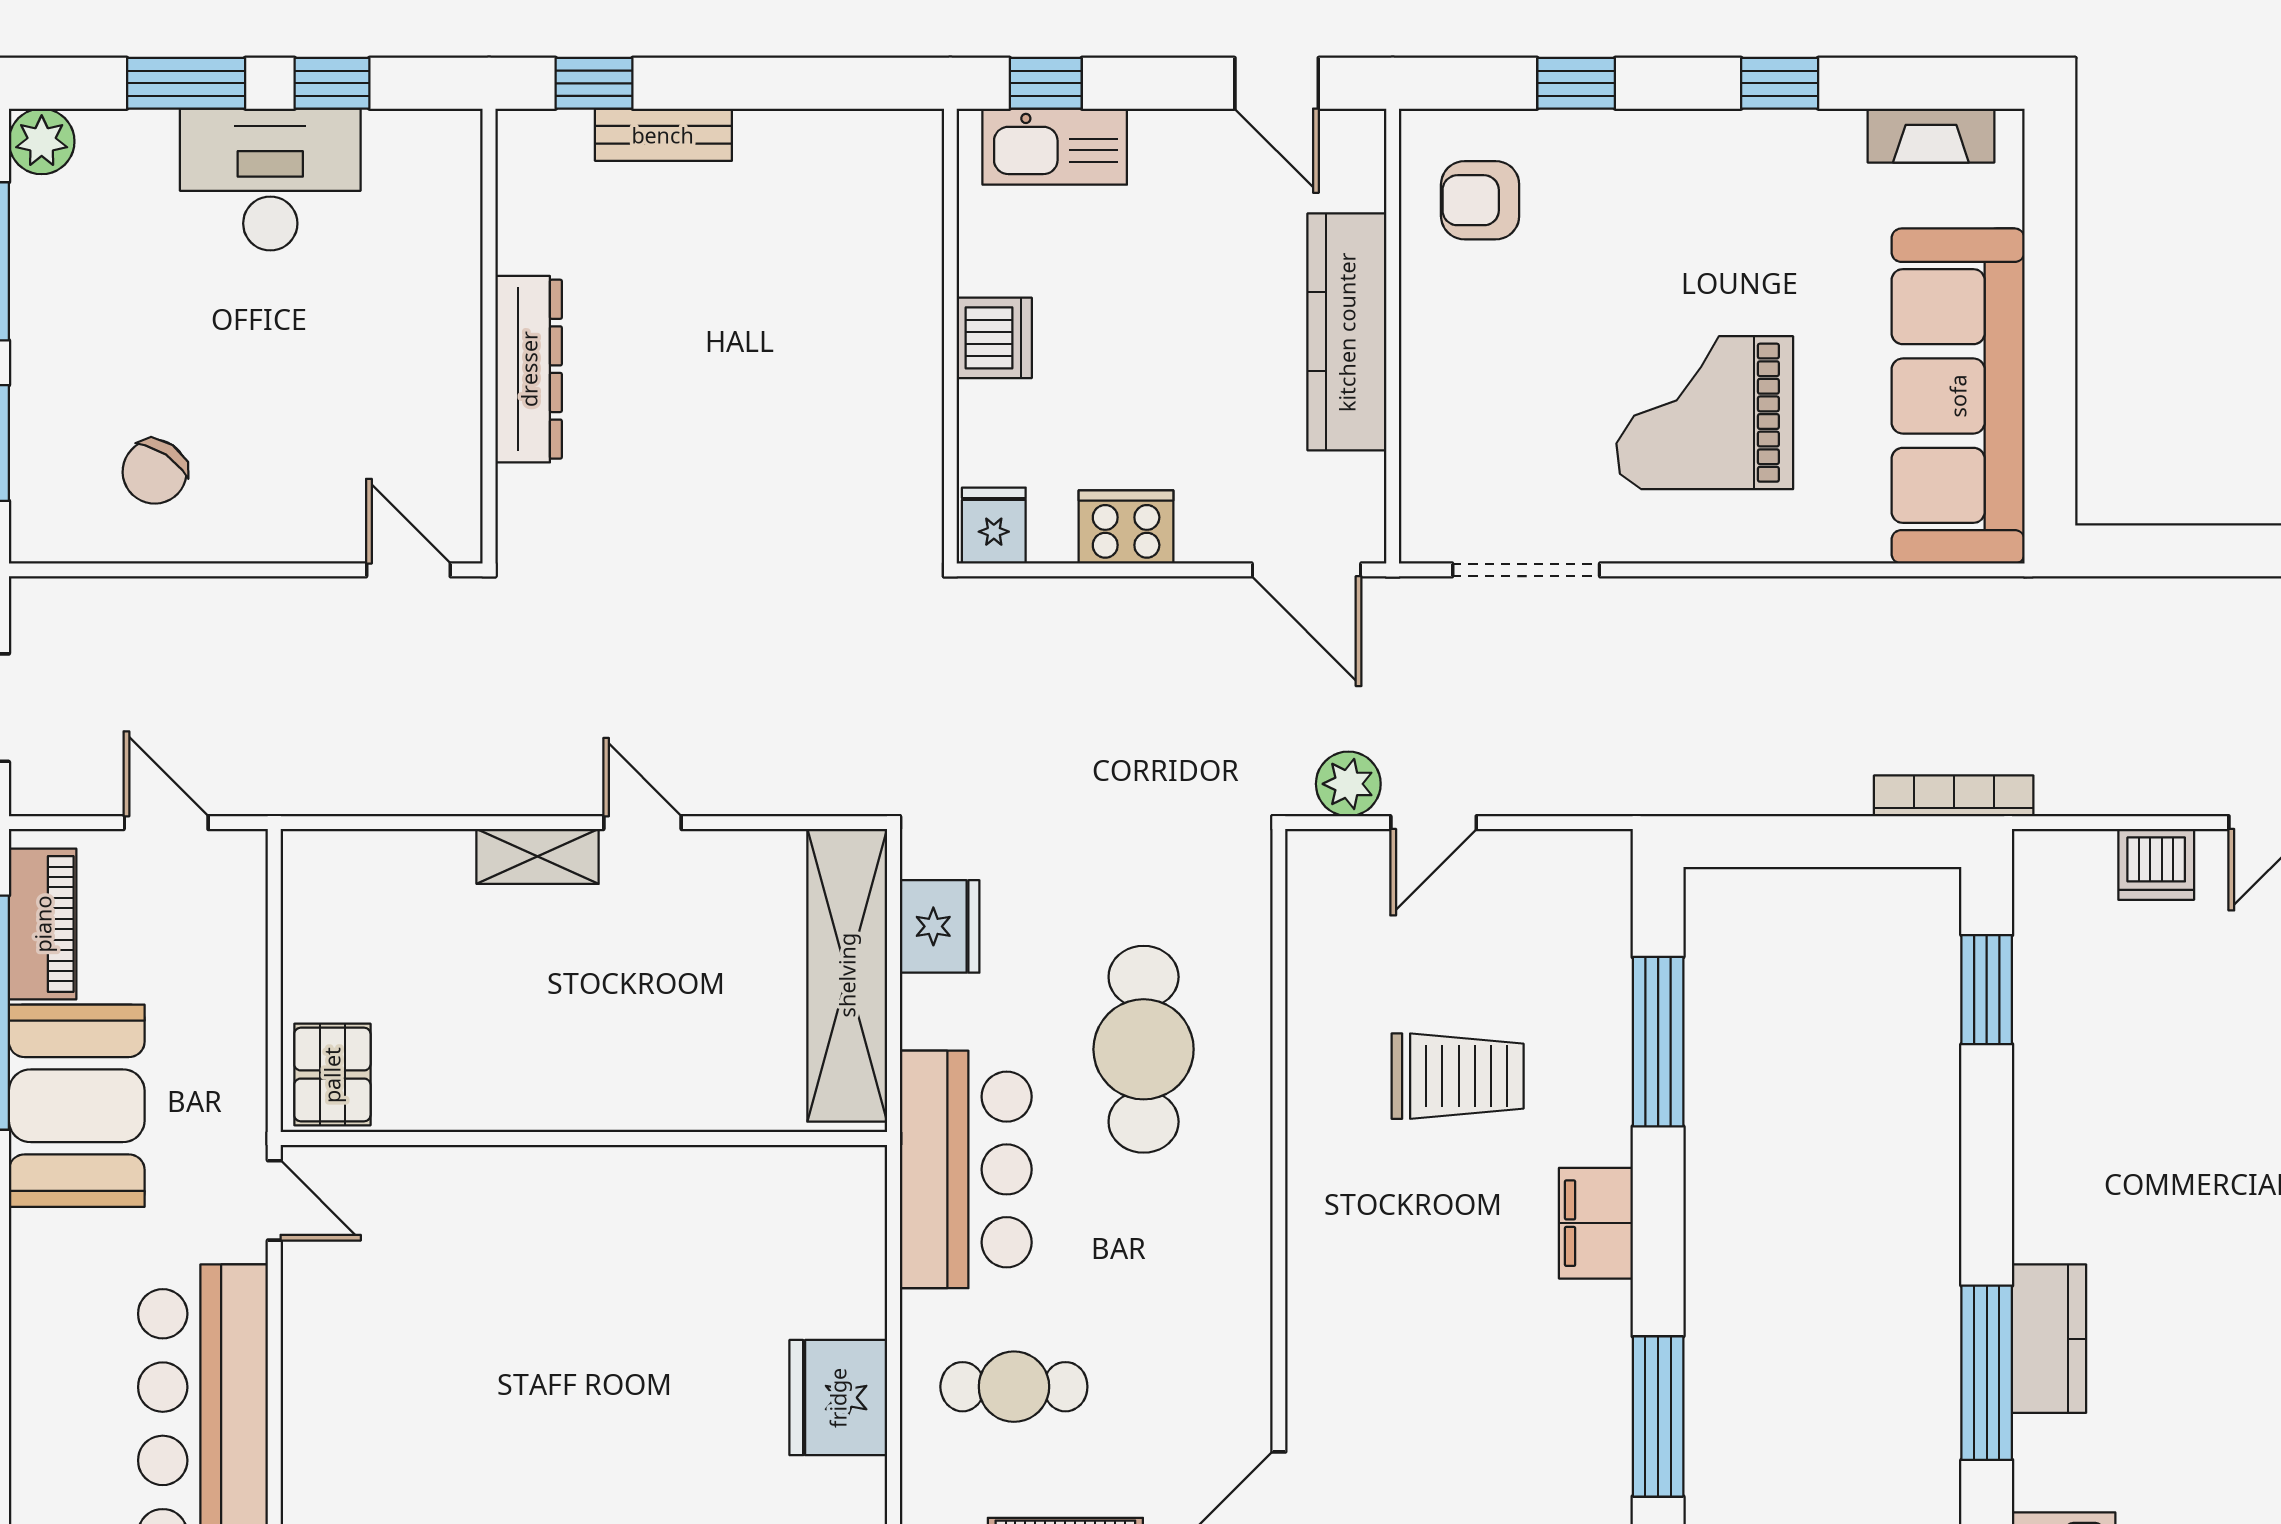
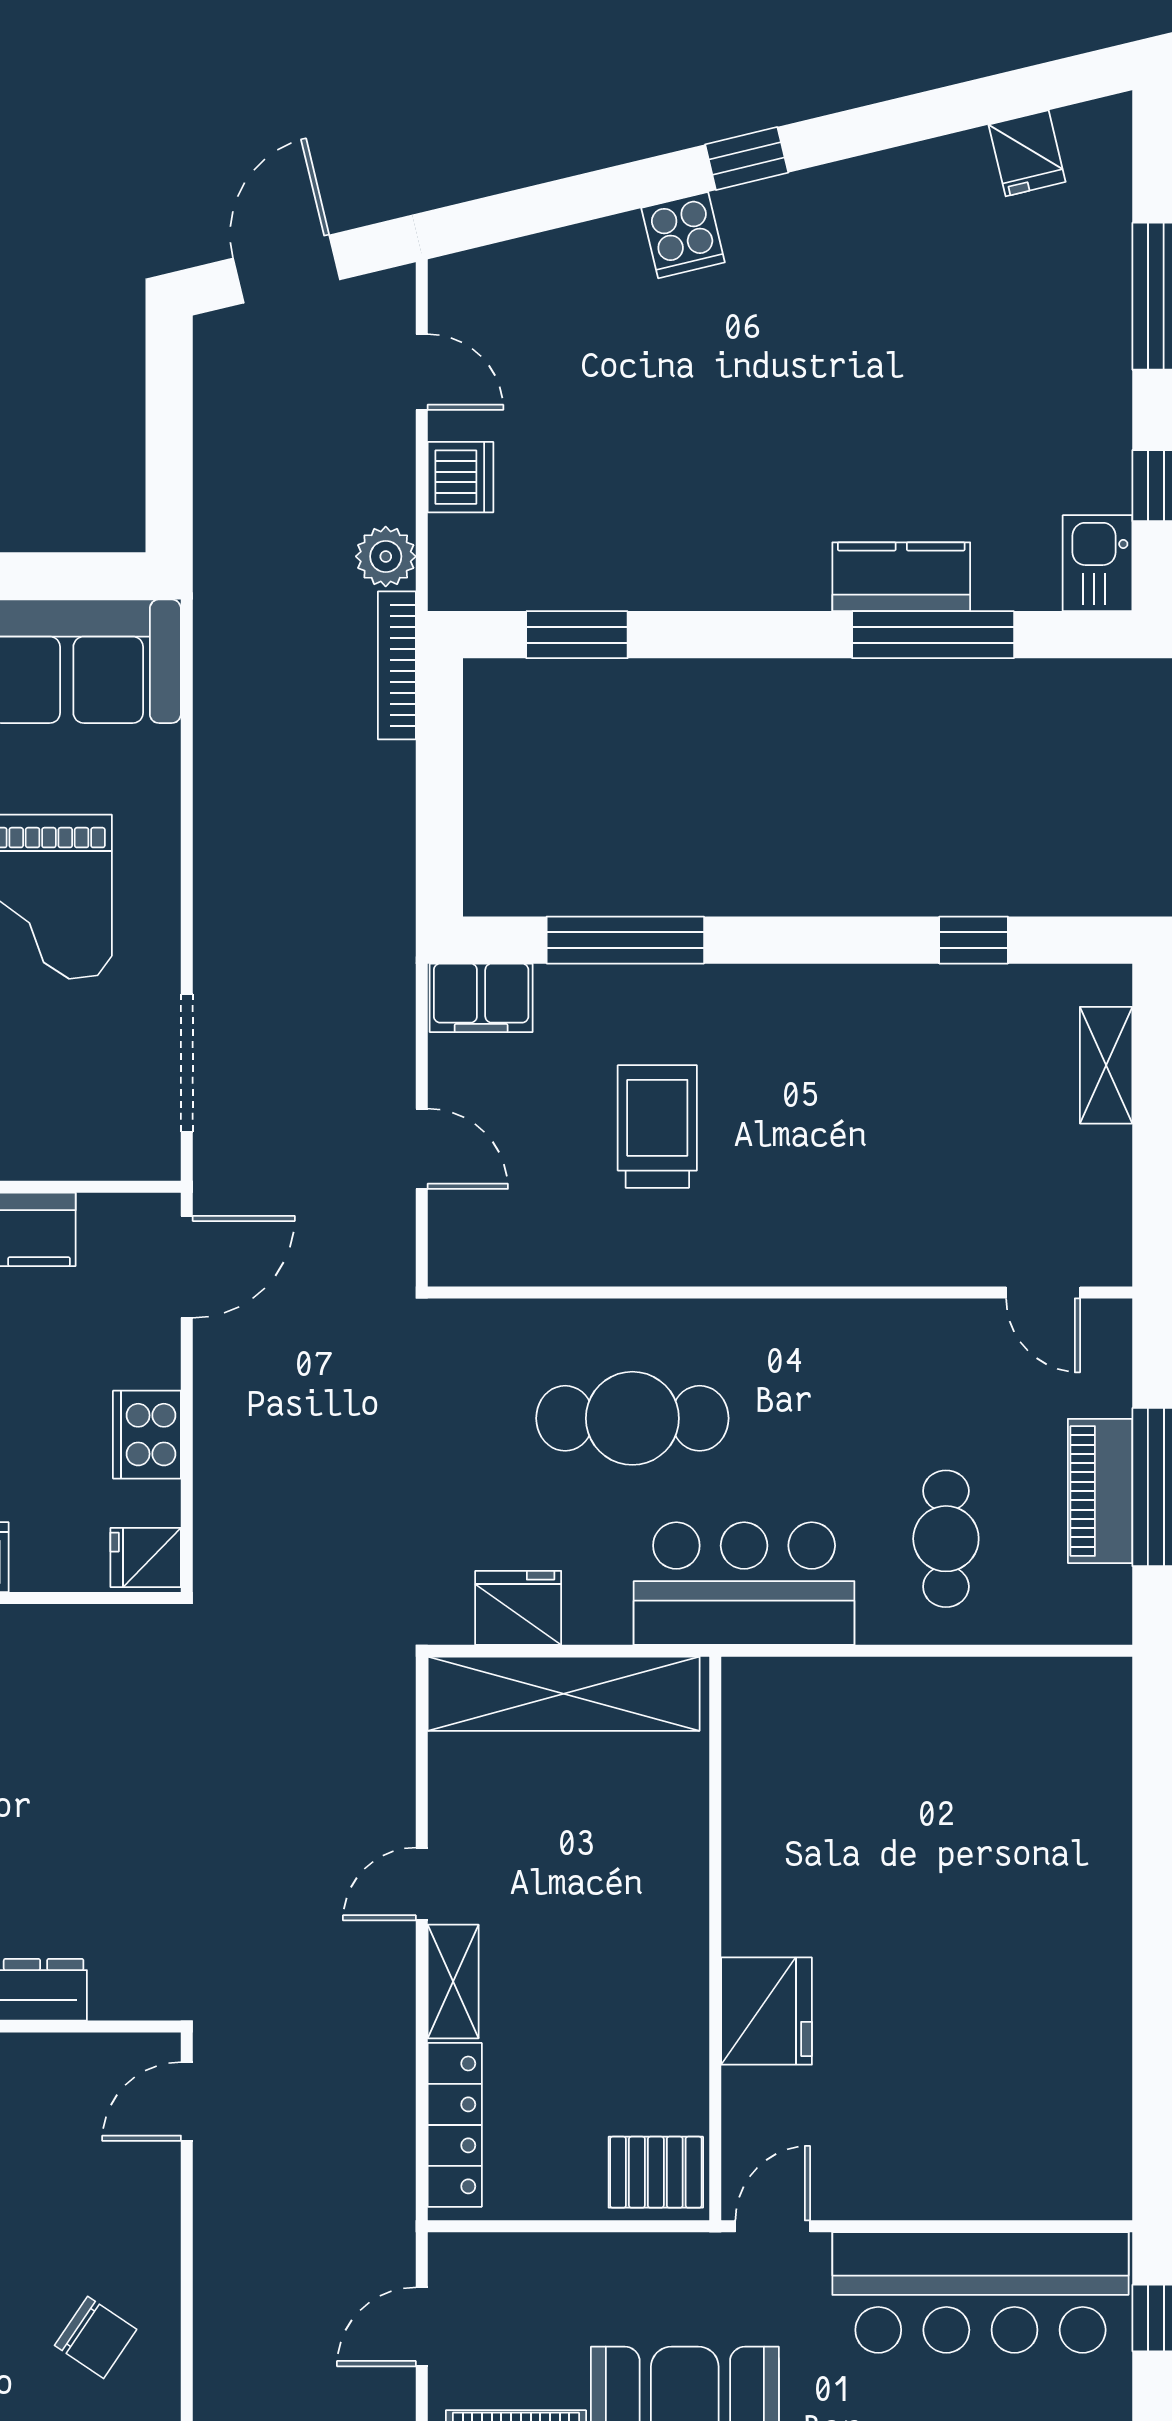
plant: (1348, 784) -> (386, 556), moved
locker: (383, 858) -> (455, 2125), added
filing cabinet: (1596, 1223) -> (481, 998), moved
fridge: (838, 1398) -> (767, 2011), moved, turned -90
window: (1658, 1416) -> (974, 940), width x0.46

